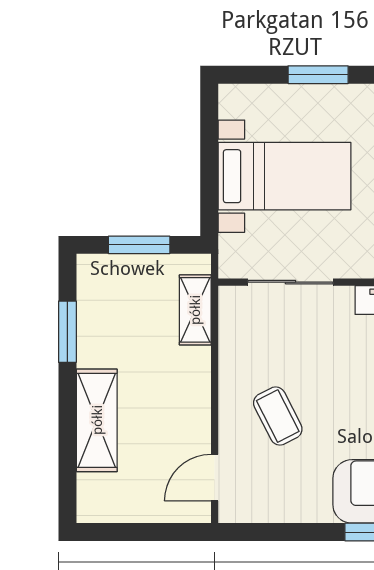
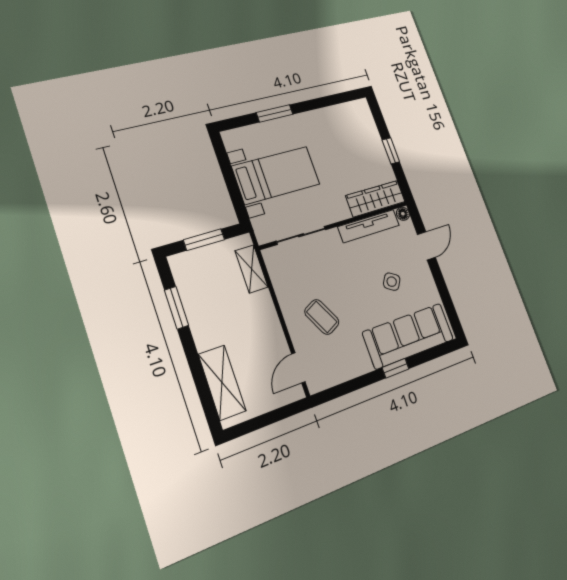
shelving: (97, 420) -> (222, 382), moved

